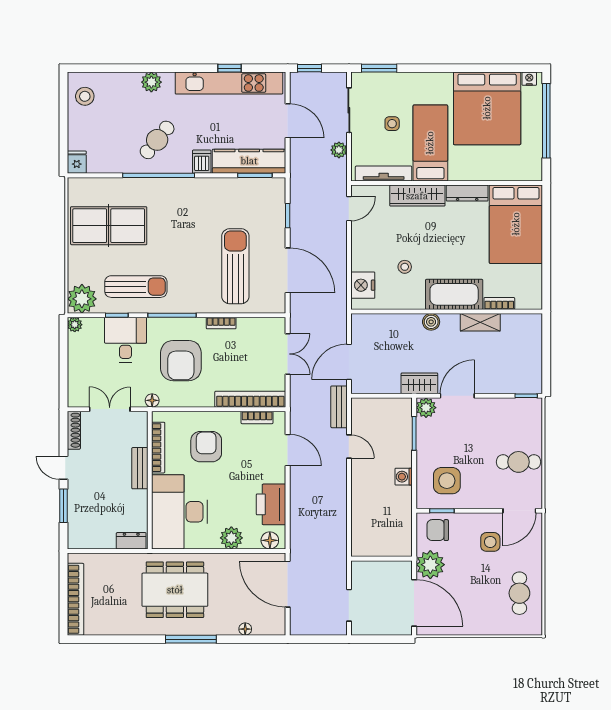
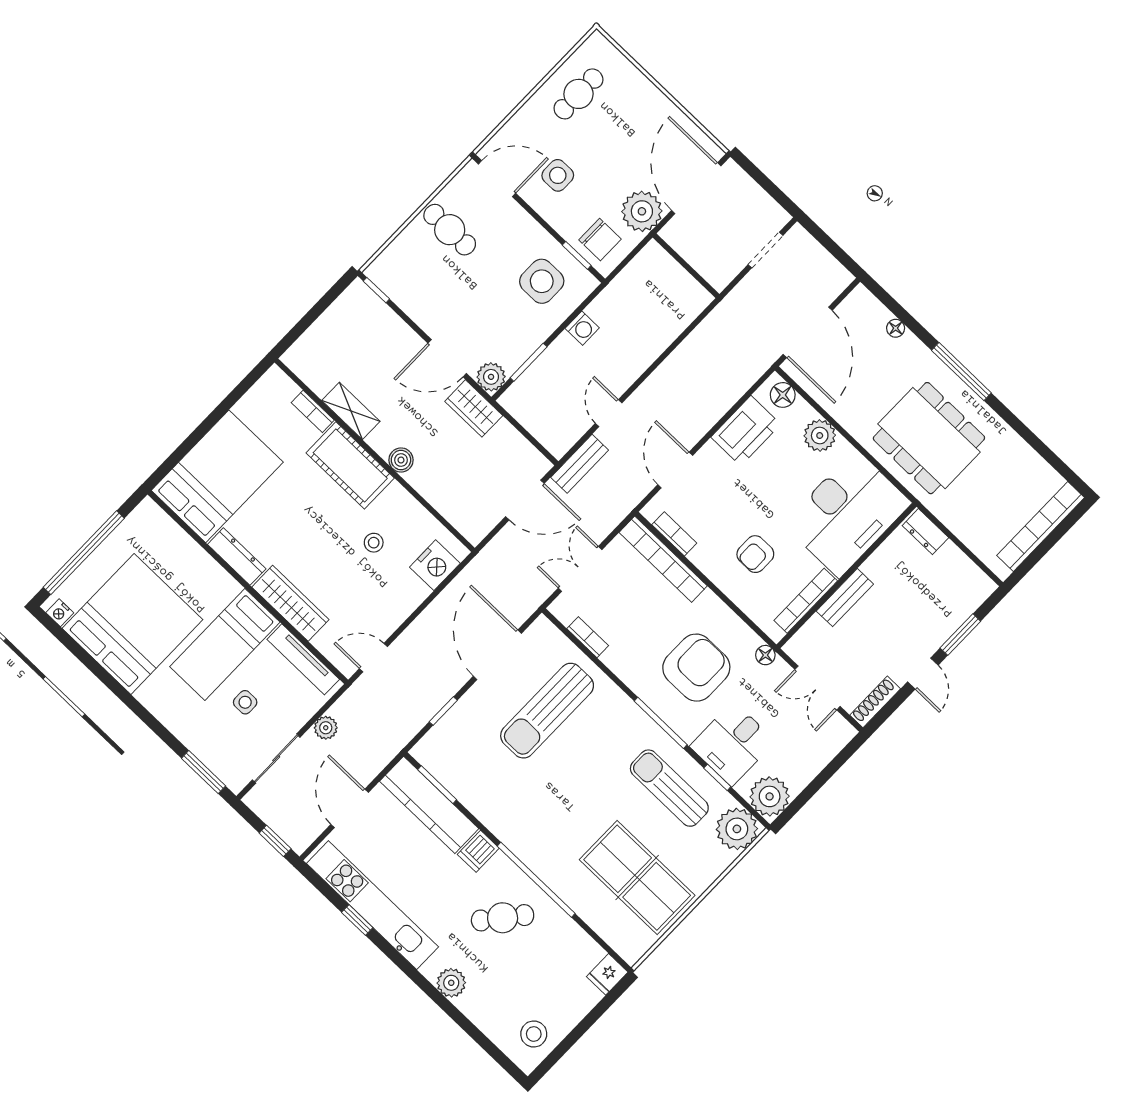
bookcase: (221, 323) -> (588, 637), moved
plant: (75, 325) -> (770, 796), width x1.87, depth x1.87
armchair: (206, 447) -> (755, 554), width x0.72, depth x0.72

